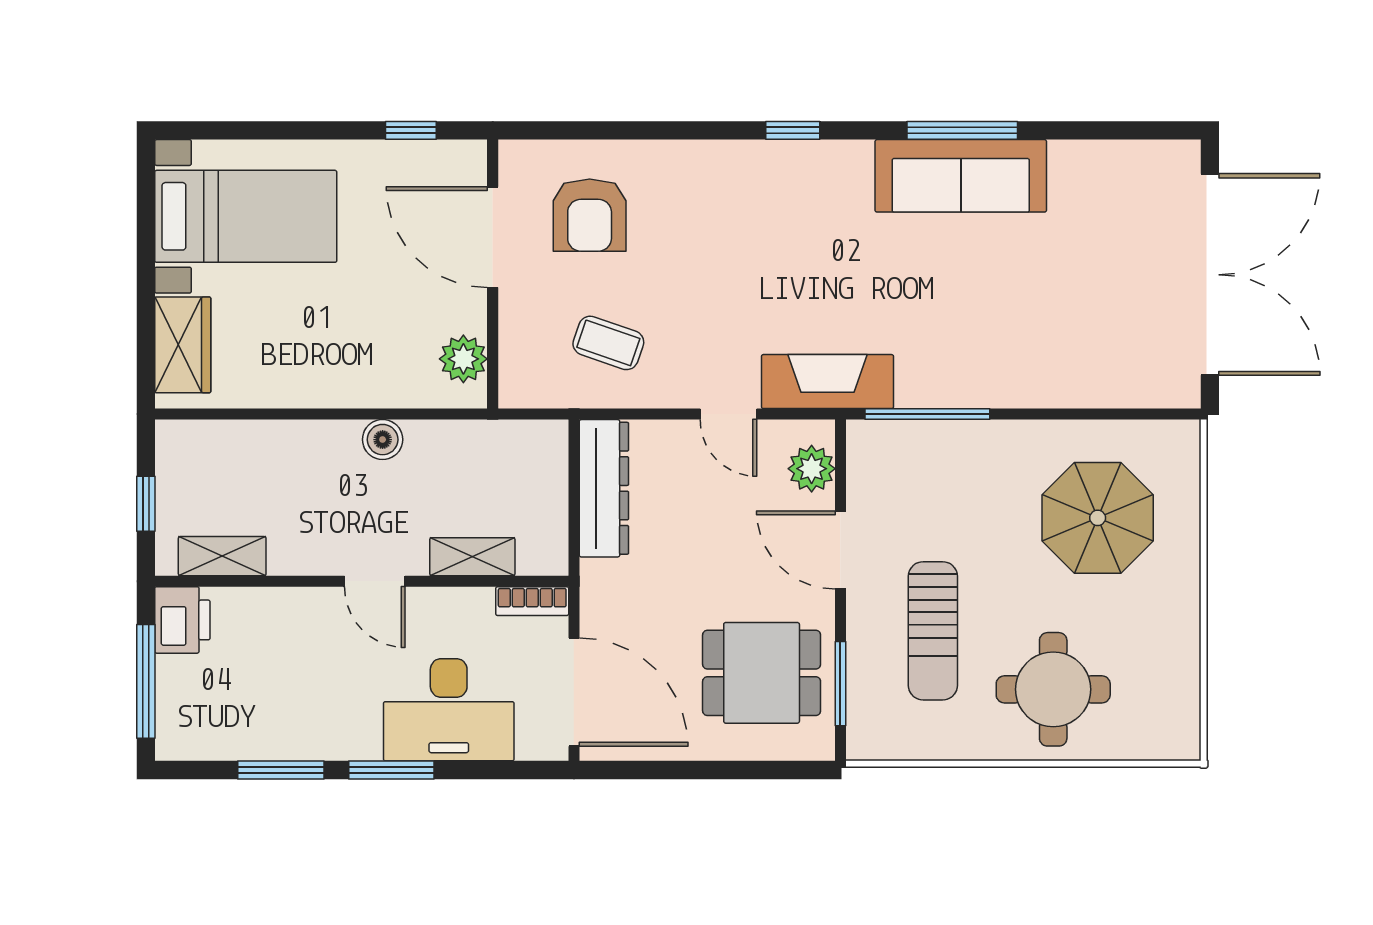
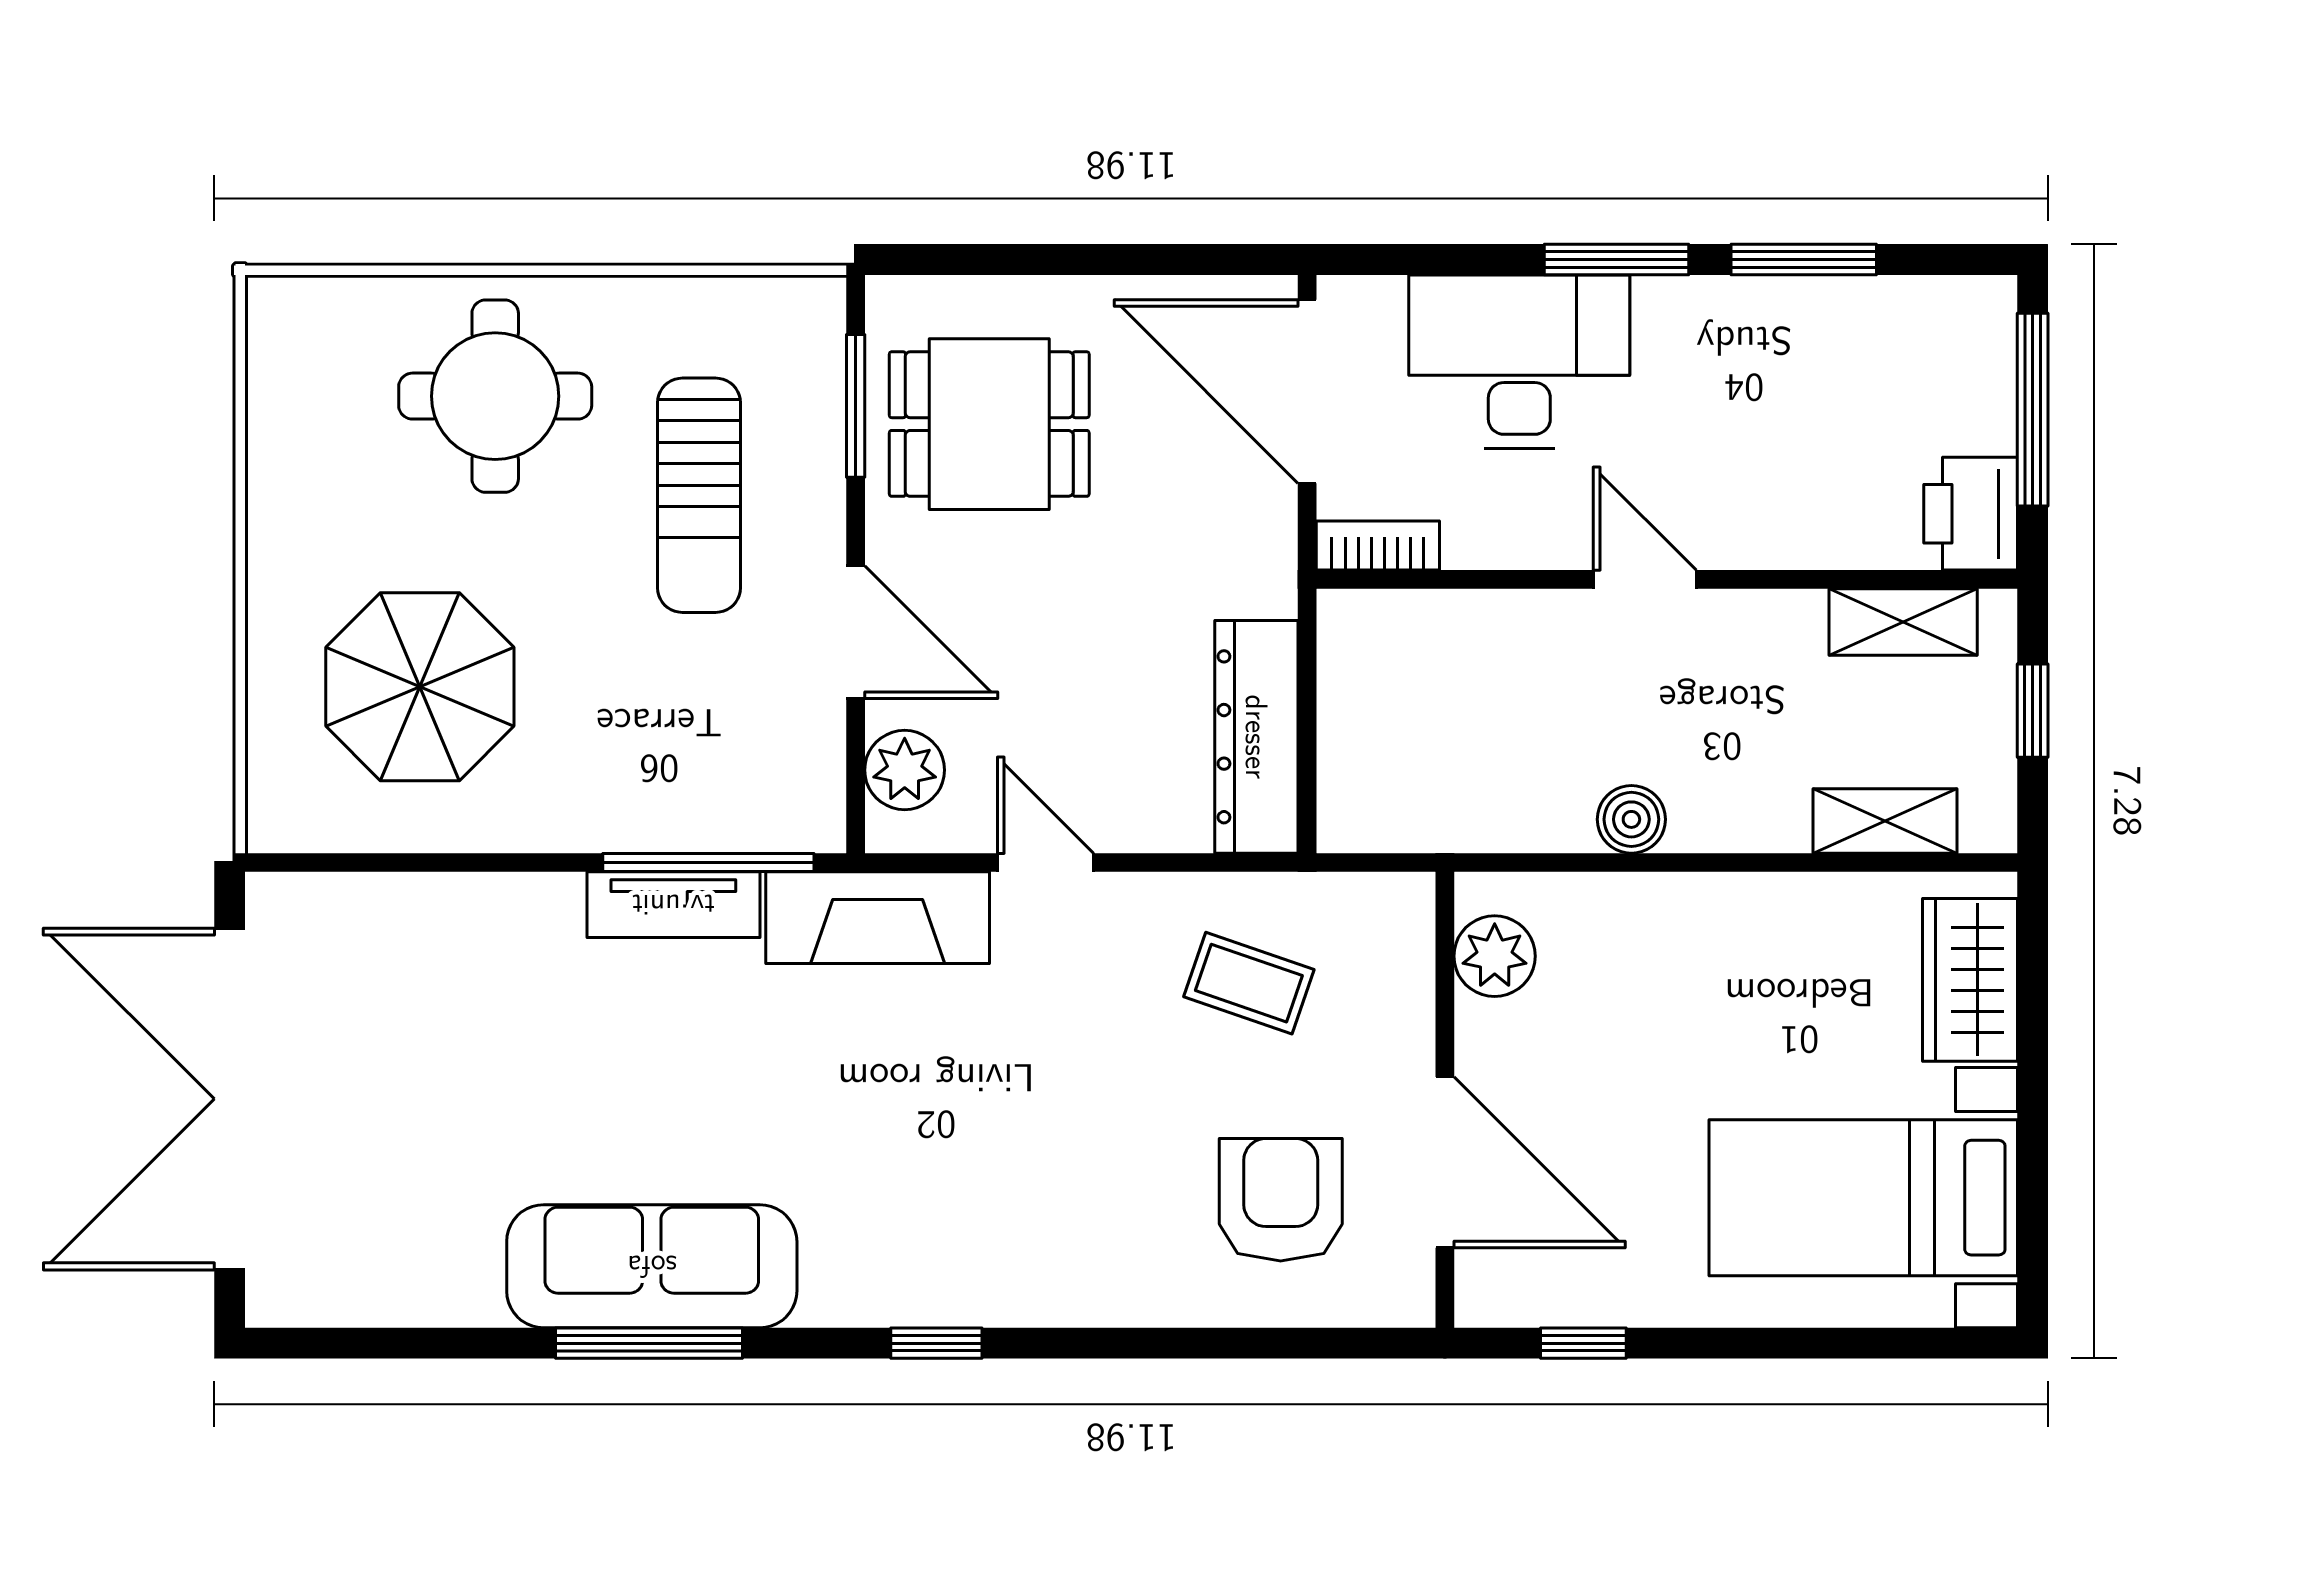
tv unit: (948, 389) -> (673, 905), added
shelving: (472, 557) -> (1885, 821), moved
sun lounger: (933, 631) -> (699, 495), turned 180

